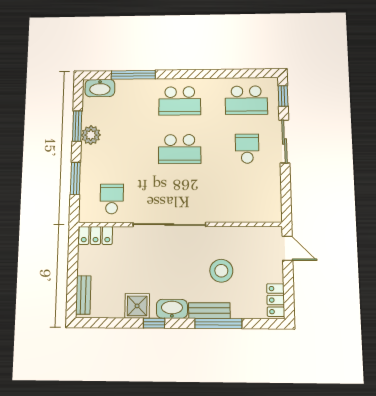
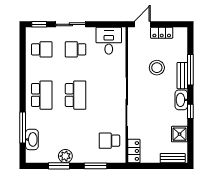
washbasin: (100, 88) -> (32, 139), moved
school desk: (246, 100) -> (42, 49), width x0.54
desk: (261, 197) -> (109, 41), added
locker: (276, 300) -> (162, 33), moved
shower: (137, 306) -> (180, 134), moved

